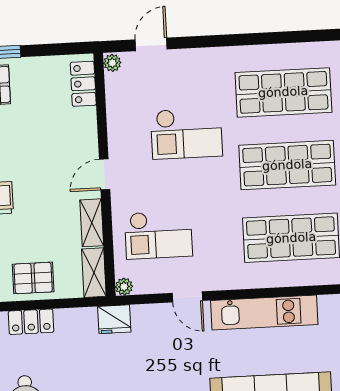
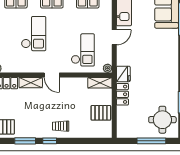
shelving: (92, 223) -> (31, 83), moved
pallet: (33, 278) -> (101, 113), turned 90
locker: (31, 322) -> (122, 94), moved

